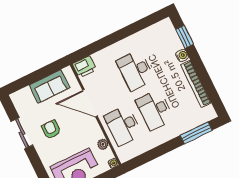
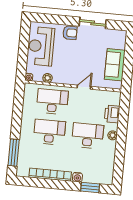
plant: (120, 46) -> (113, 135), added
printer: (84, 67) -> (112, 114), moved
door: (90, 103) -> (84, 87), width x0.53
armchair: (51, 130) -> (70, 33), moved

